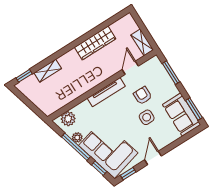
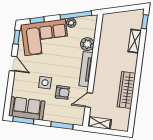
door: (130, 68) -> (89, 100), swing flipped
plant: (68, 119) -> (87, 44), moved
window: (76, 147) -> (76, 15), moved

